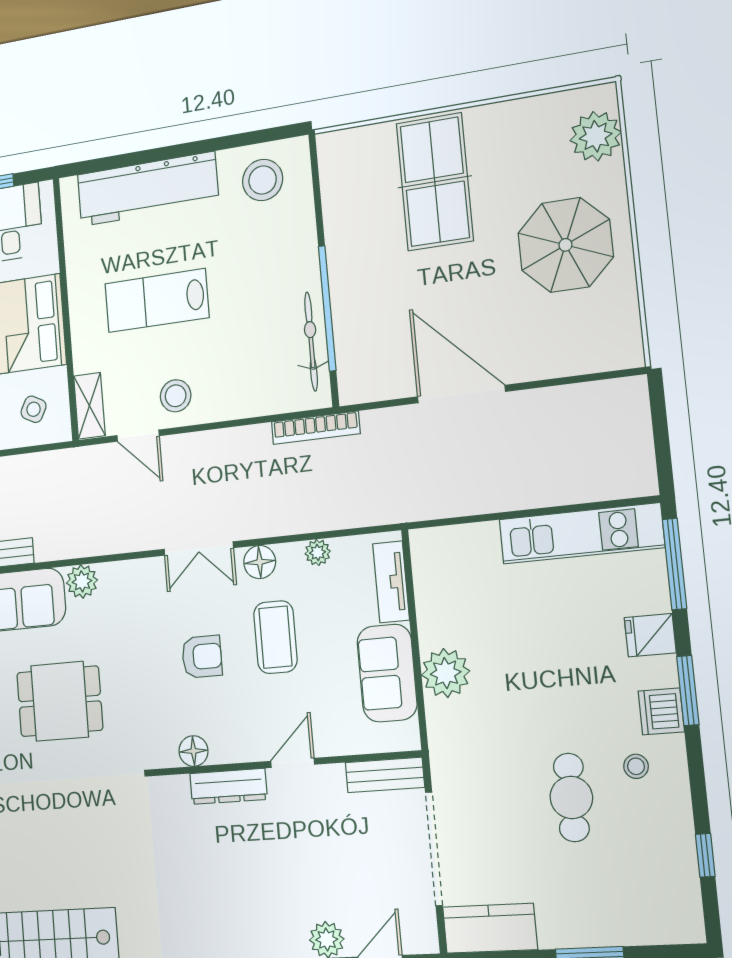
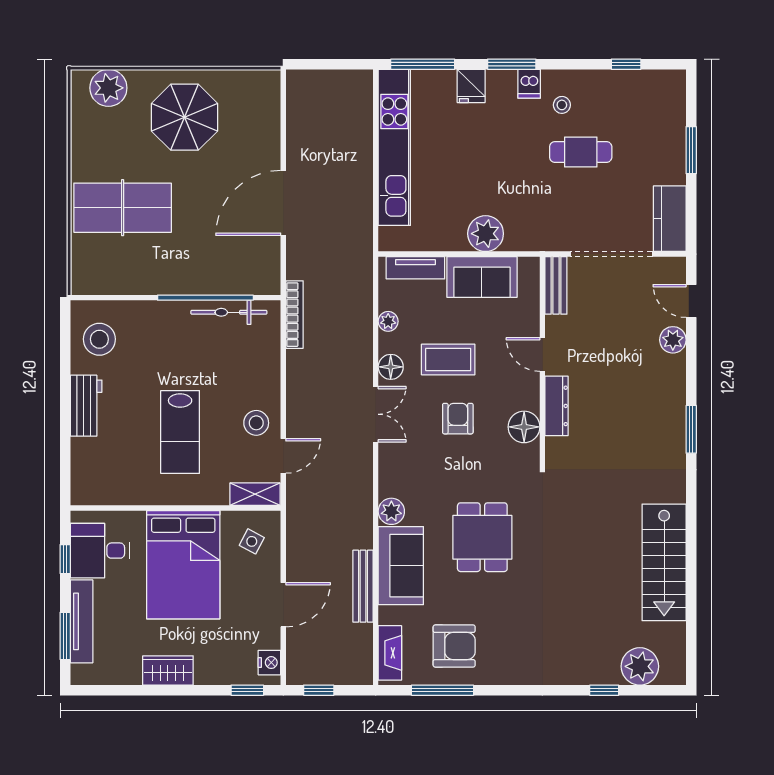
workbench: (147, 189) -> (86, 406), width x0.53, depth x0.76
kitchen unit: (581, 533) -> (394, 147), width x1.36
dishwasher: (661, 711) -> (529, 84), width x0.73
floor lamp: (193, 751) -> (524, 427), width x1.38, depth x1.38

